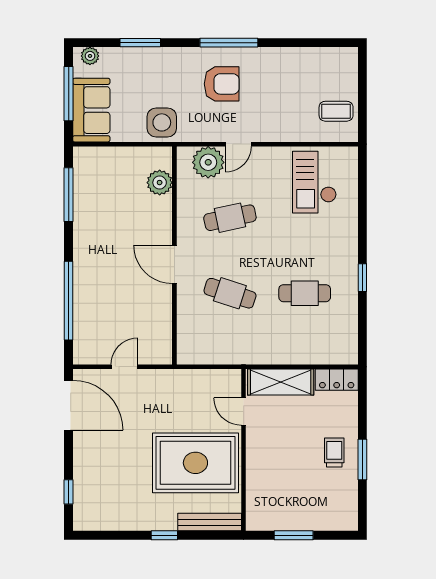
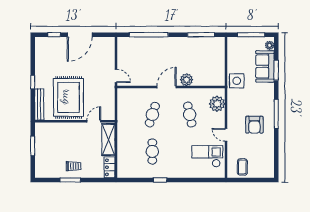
armchair: (222, 84) -> (254, 125), moved
sofa: (91, 110) -> (265, 66), moved, turned 90
door: (238, 144) -> (226, 135), moved
plant: (160, 183) -> (187, 80), moved
door: (125, 367) -> (116, 76), moved
door: (69, 405) -> (80, 35), moved

